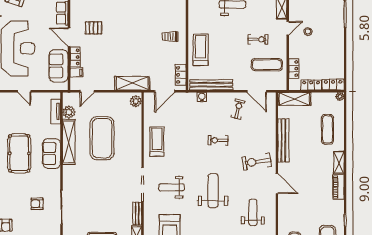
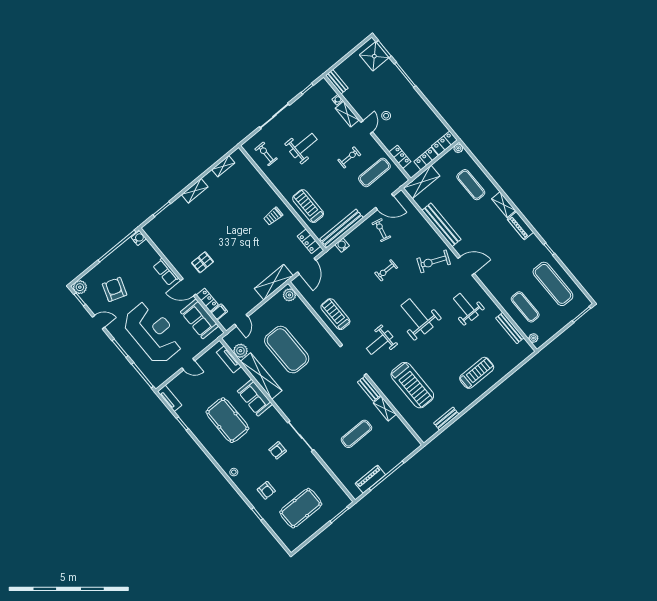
exercise bike: (257, 162) -> (434, 261), turned 31

